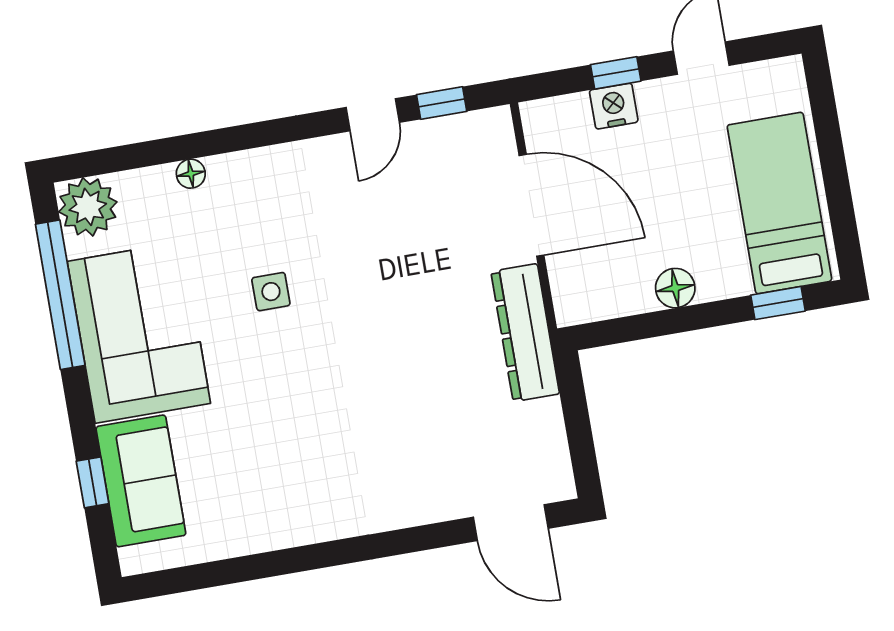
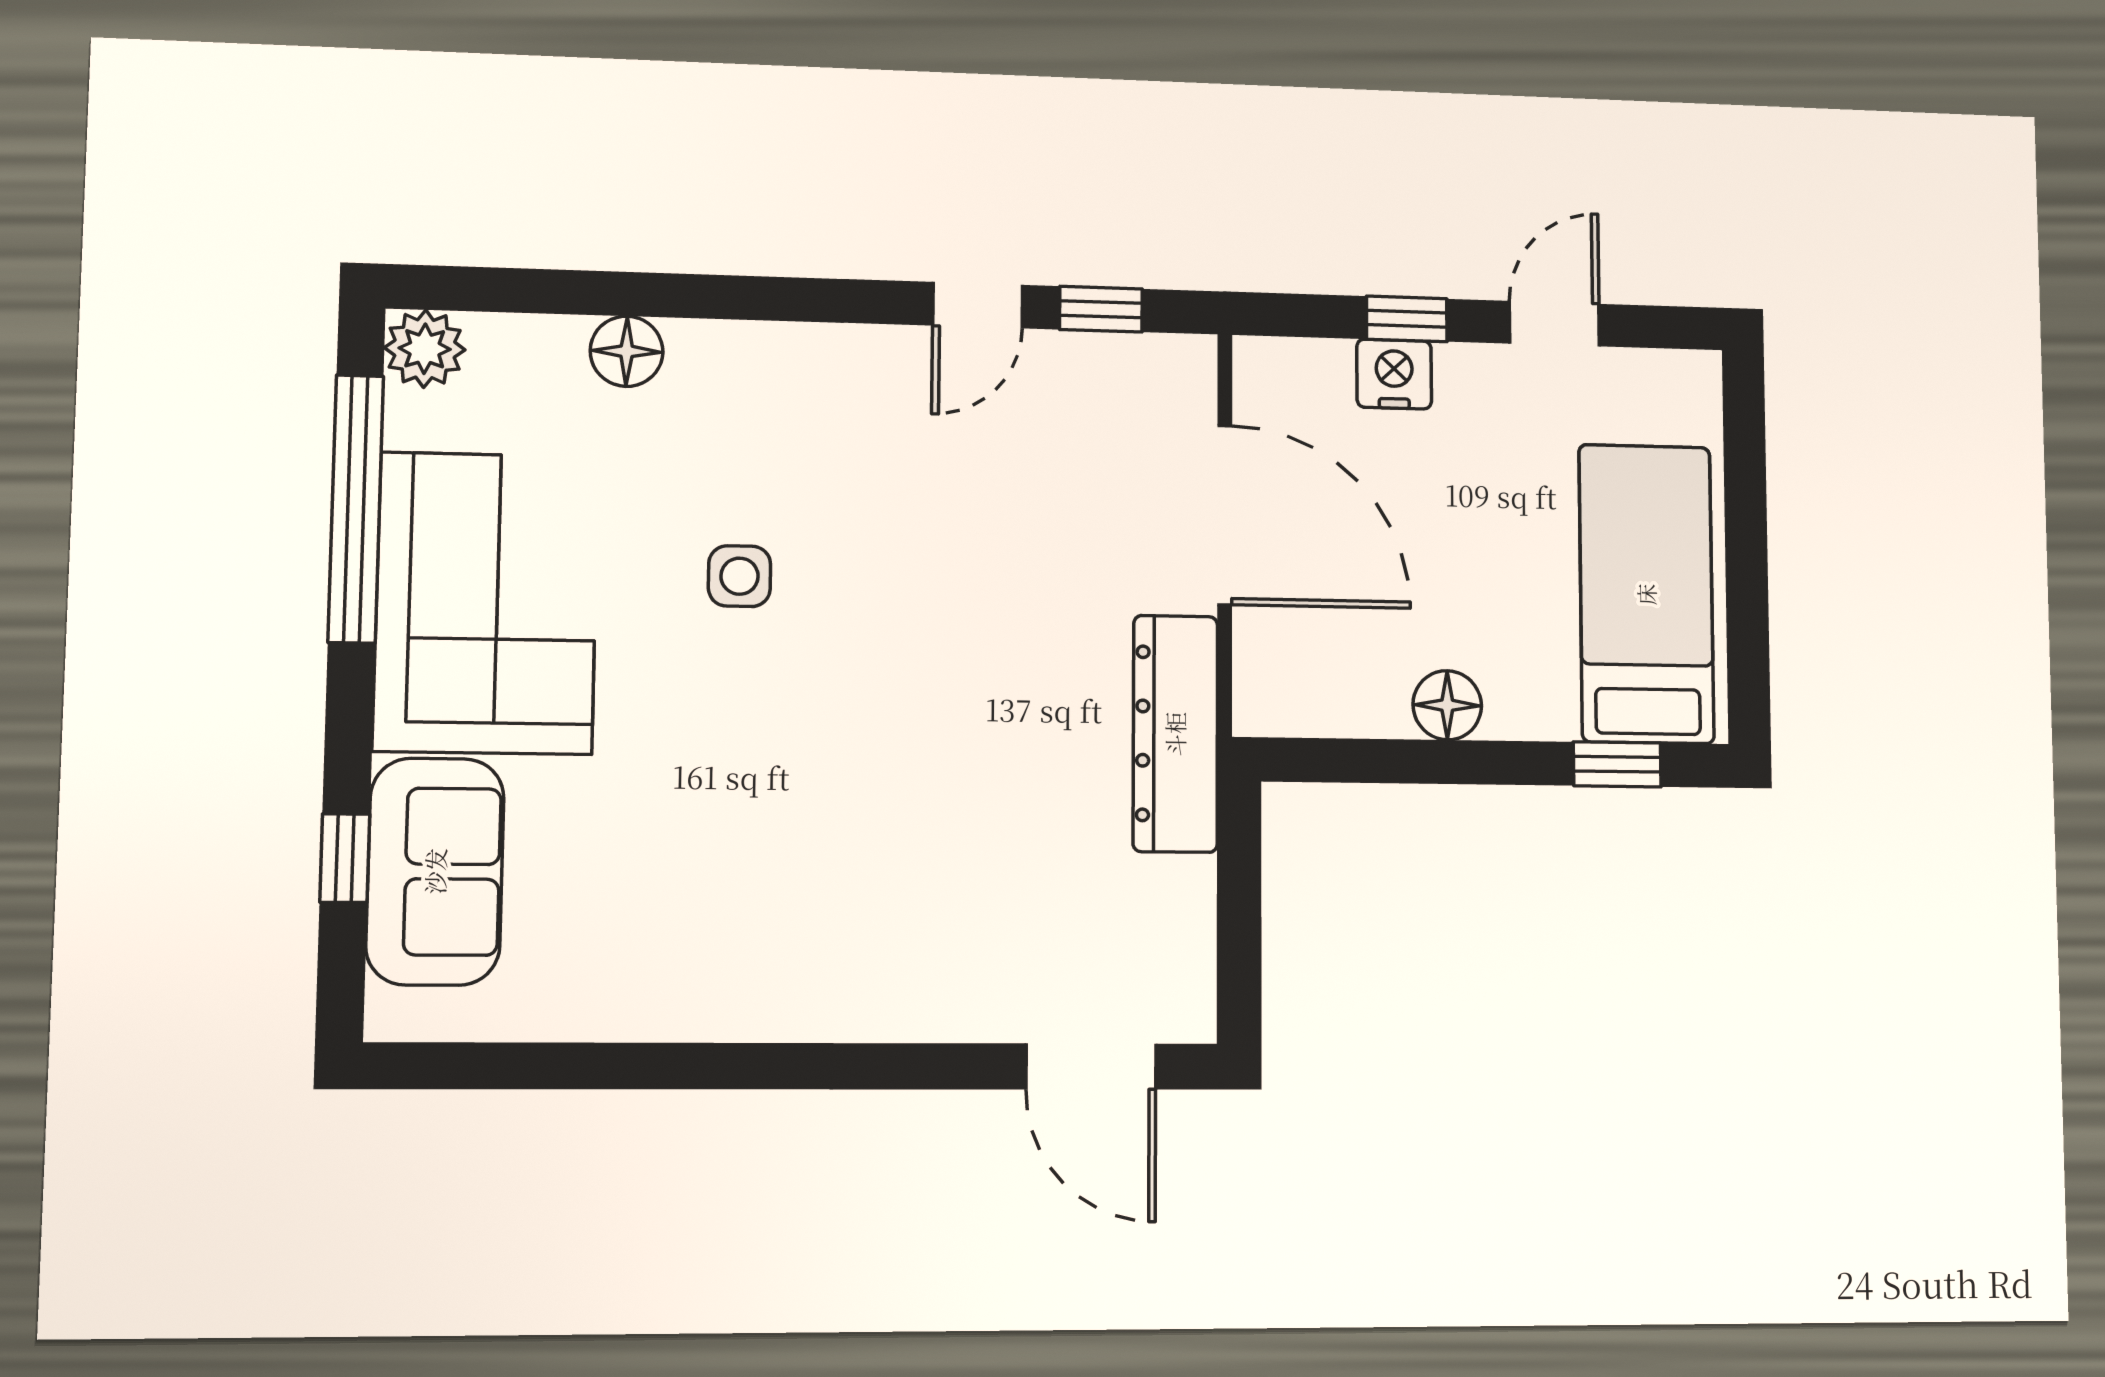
floor lamp: (191, 174) -> (627, 351), width x1.37, depth x1.37
plant: (88, 207) -> (425, 349), width x0.73, depth x0.73

